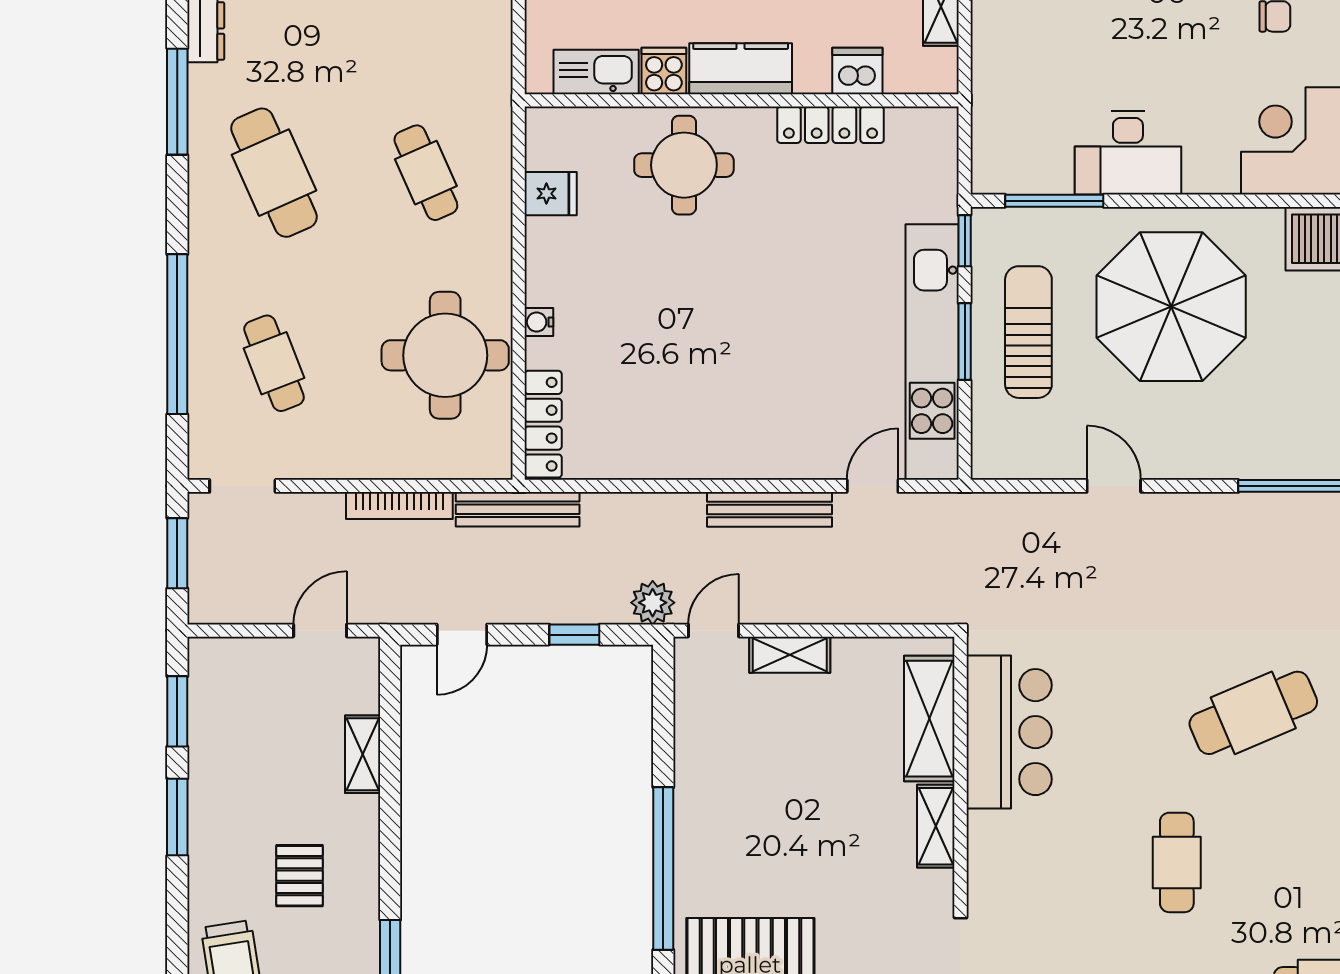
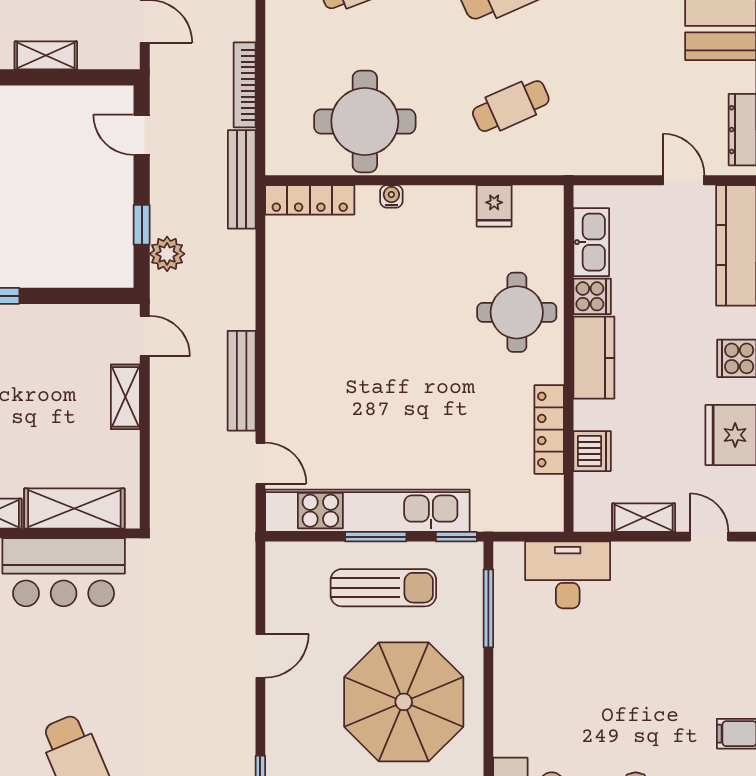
desk: (1128, 153) -> (568, 575), moved, turned 90
plant: (653, 603) -> (167, 254), moved

